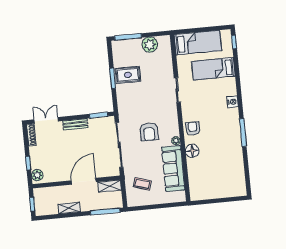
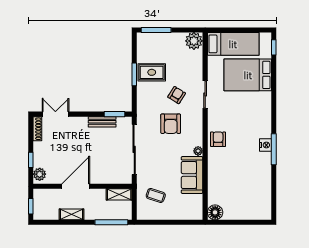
plant: (150, 45) -> (194, 41), moved
bed: (213, 69) -> (248, 75), width x1.50
armchair: (152, 93) -> (177, 95), added
nightstand: (233, 102) -> (265, 145), moved
bench: (75, 124) -> (102, 122), moved
armchair: (149, 132) -> (171, 124), moved
floor lamp: (192, 151) -> (215, 212), moved
sofa: (173, 168) -> (192, 175), width x0.73
door: (84, 181) -> (76, 186), moved

